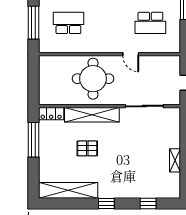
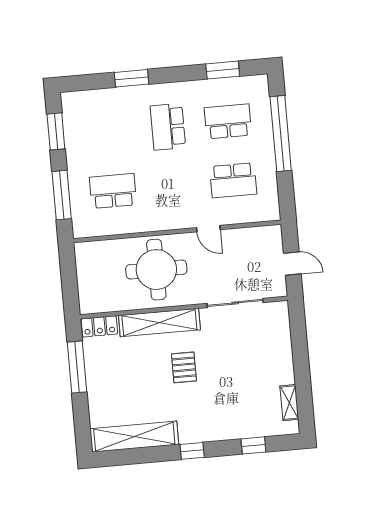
pallet: (87, 148) -> (184, 367), moved, turned 90
shelving: (175, 160) -> (289, 403), moved

